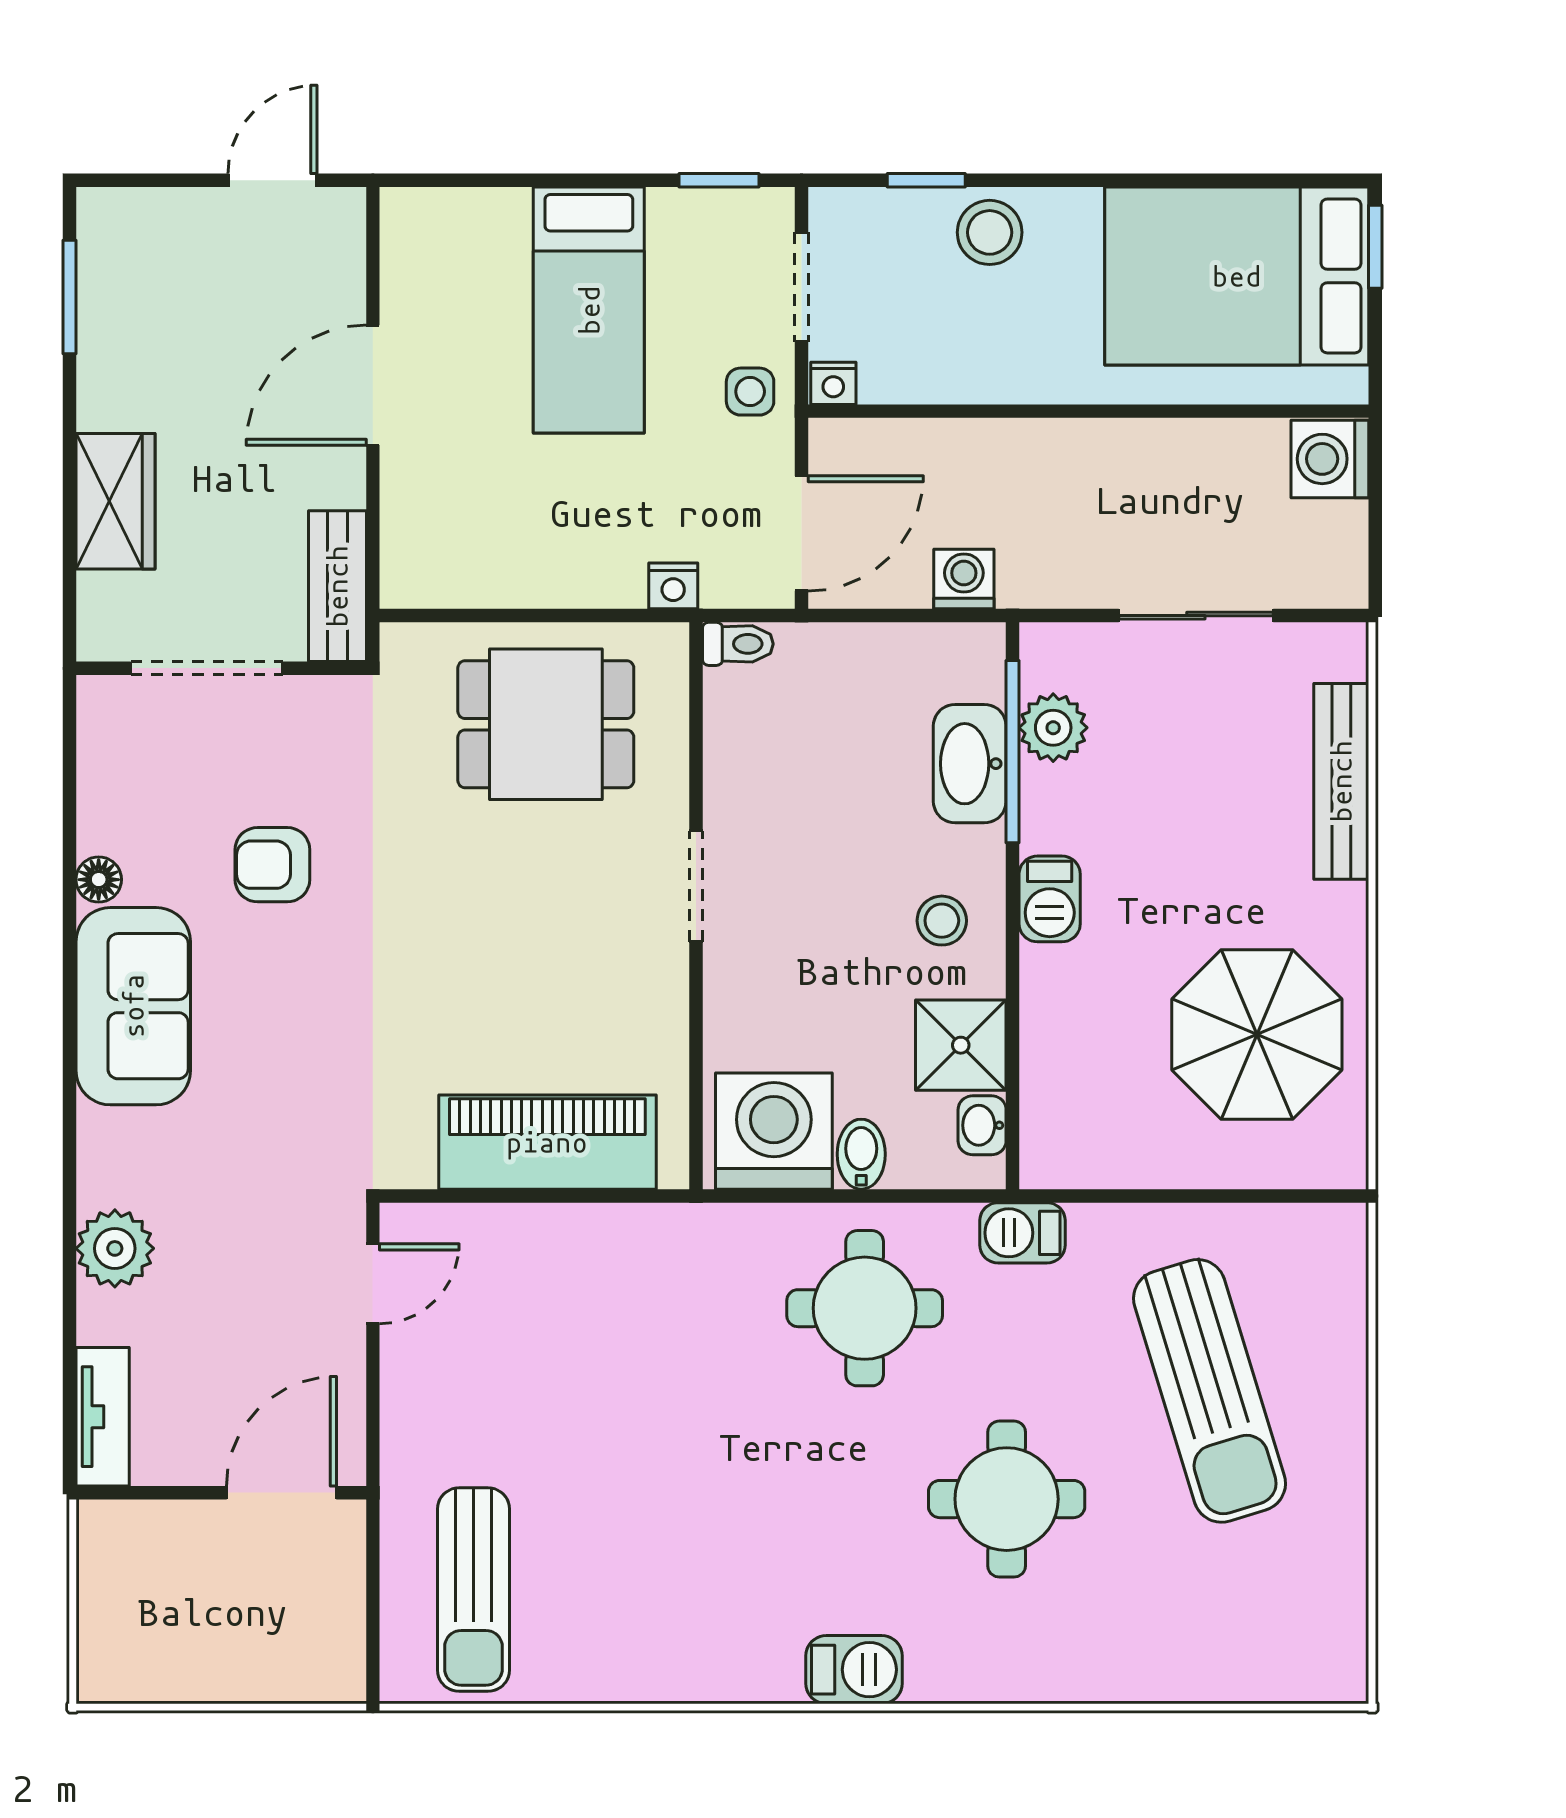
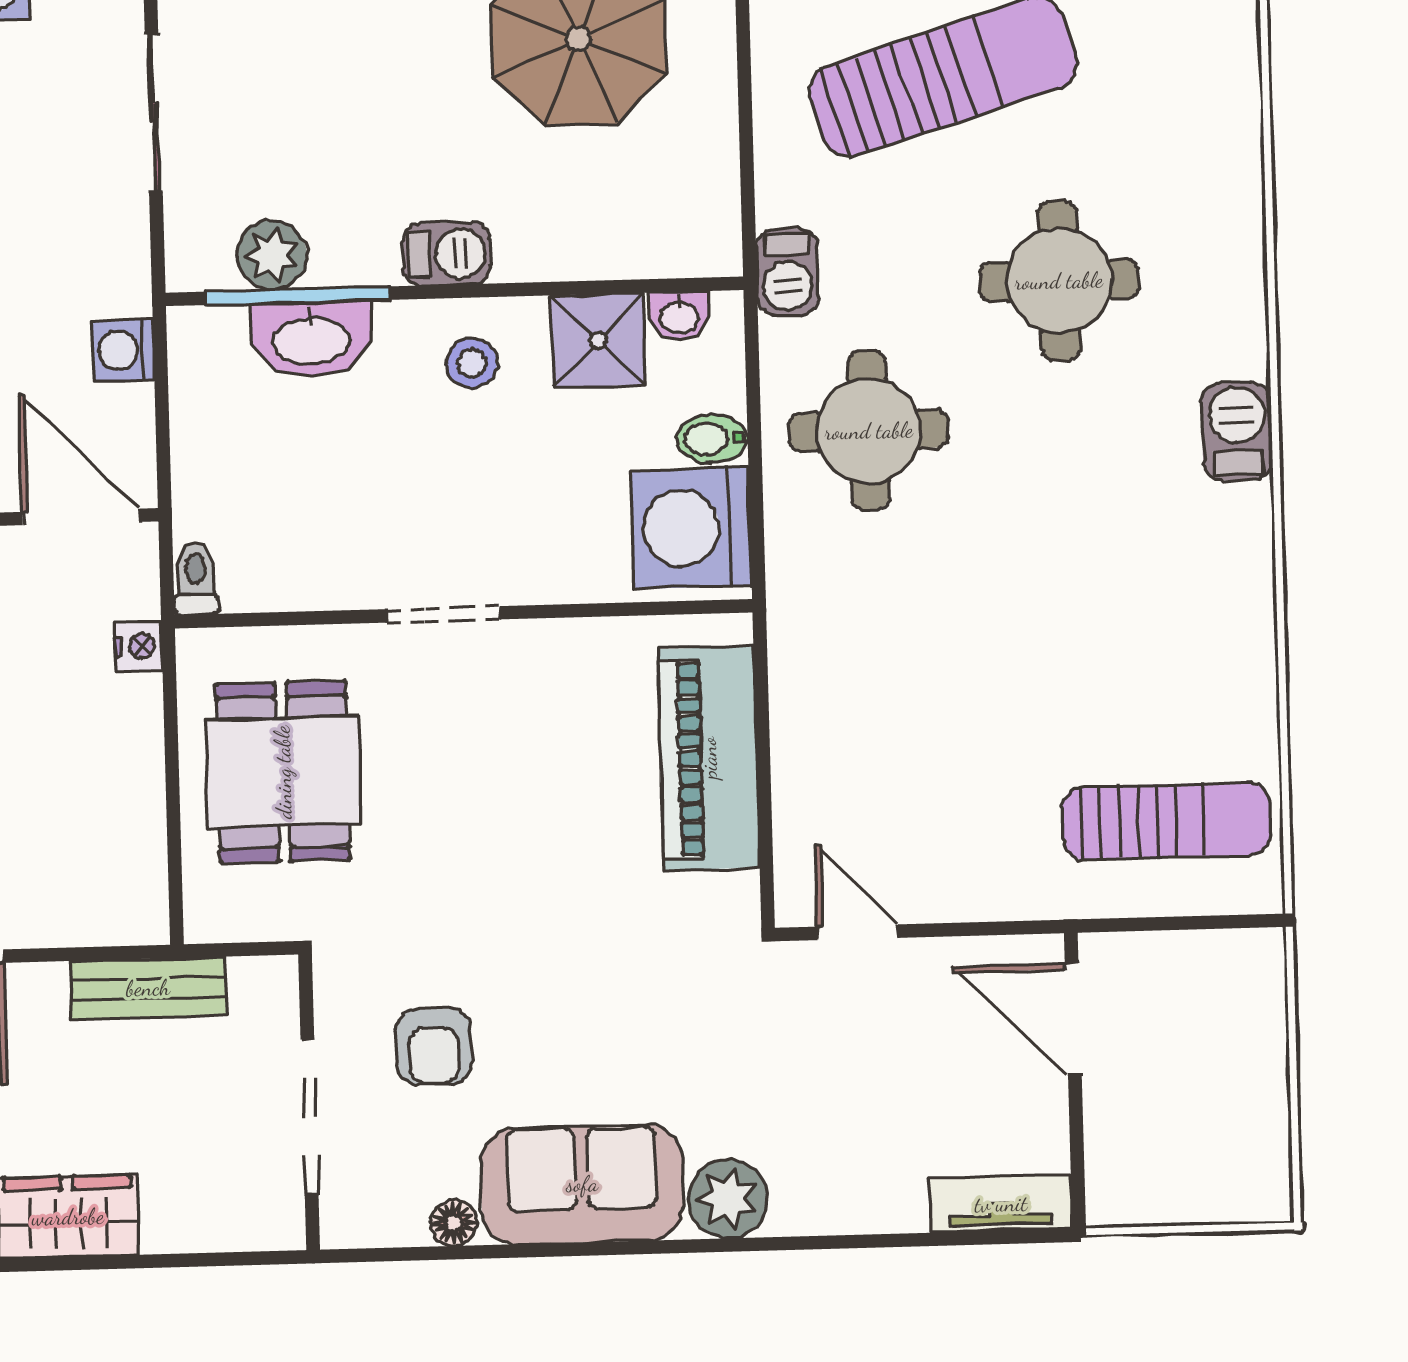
doorway: (207, 668) -> (310, 1117), moved
wall: (221, 668) -> (309, 1102), moved
plant: (115, 1248) -> (728, 1199), moved

